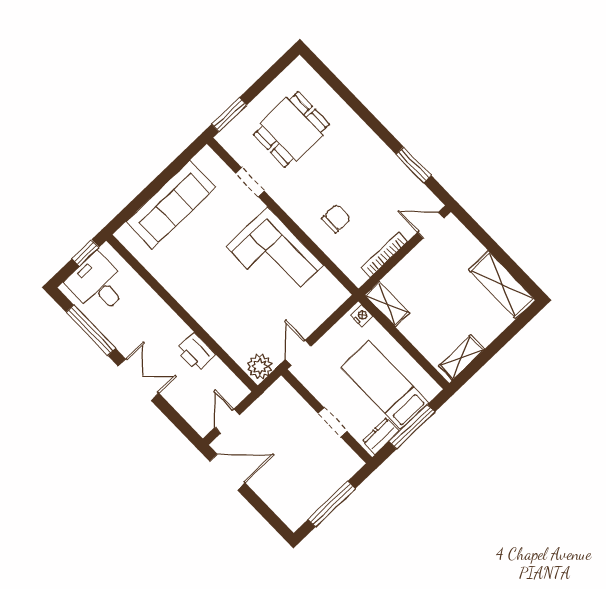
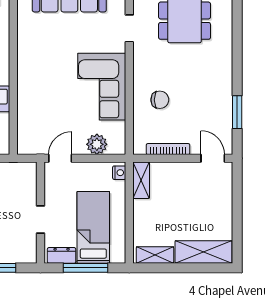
shelving: (502, 285) -> (203, 252), moved, turned 90
plant: (260, 366) -> (97, 144), moved

